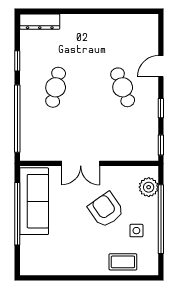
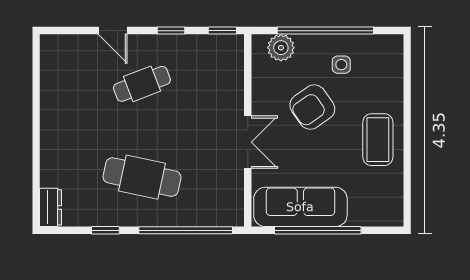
dresser: (40, 22) -> (51, 207), width x0.70
cafe table: (56, 87) -> (142, 177), width x1.37, depth x1.35
coffee table: (123, 262) -> (378, 140), moved, width x1.36, depth x1.30

